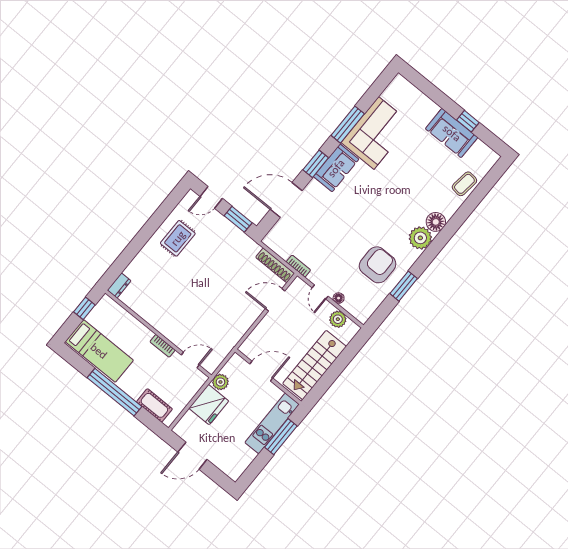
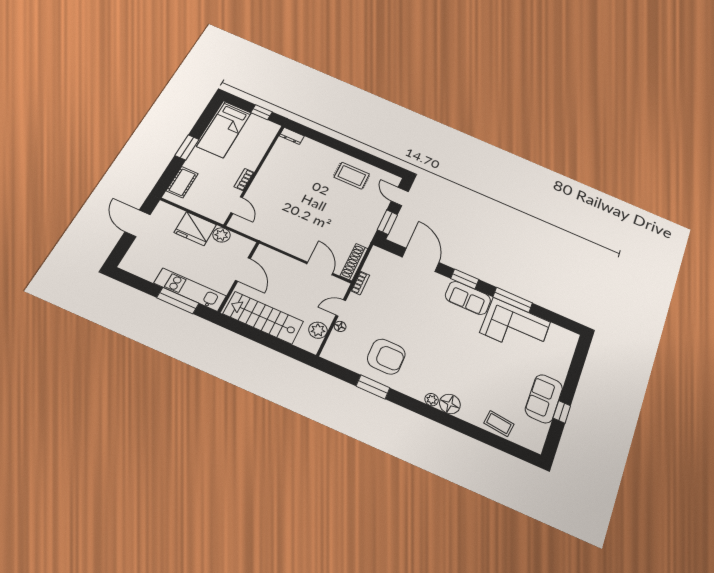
plant: (420, 238) -> (432, 400), width x0.53, depth x0.53
window: (115, 392) -> (187, 147), width x0.47

